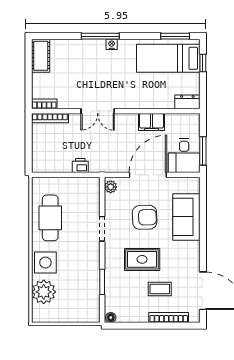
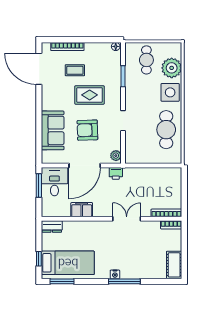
printer: (80, 165) -> (116, 173), moved
cafe table: (74, 301) -> (146, 60), added

